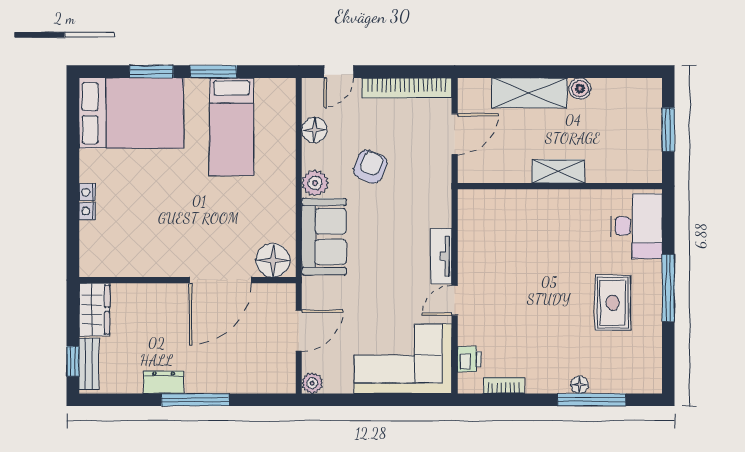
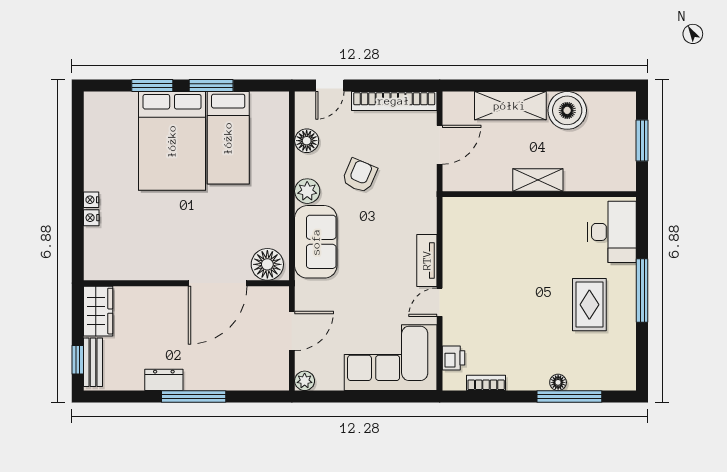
boiler: (580, 89) -> (567, 110), width x1.86, depth x1.86
bed: (131, 113) -> (172, 141), moved, turned 90

